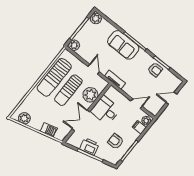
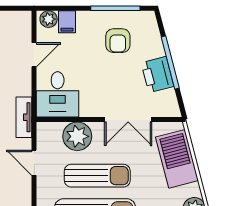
door: (94, 69) -> (34, 163), hinge flipped
door: (137, 104) -> (34, 55), swing flipped
desk: (105, 110) -> (58, 94), moved
barbecue: (49, 130) -> (177, 159), width x1.88, depth x1.53

